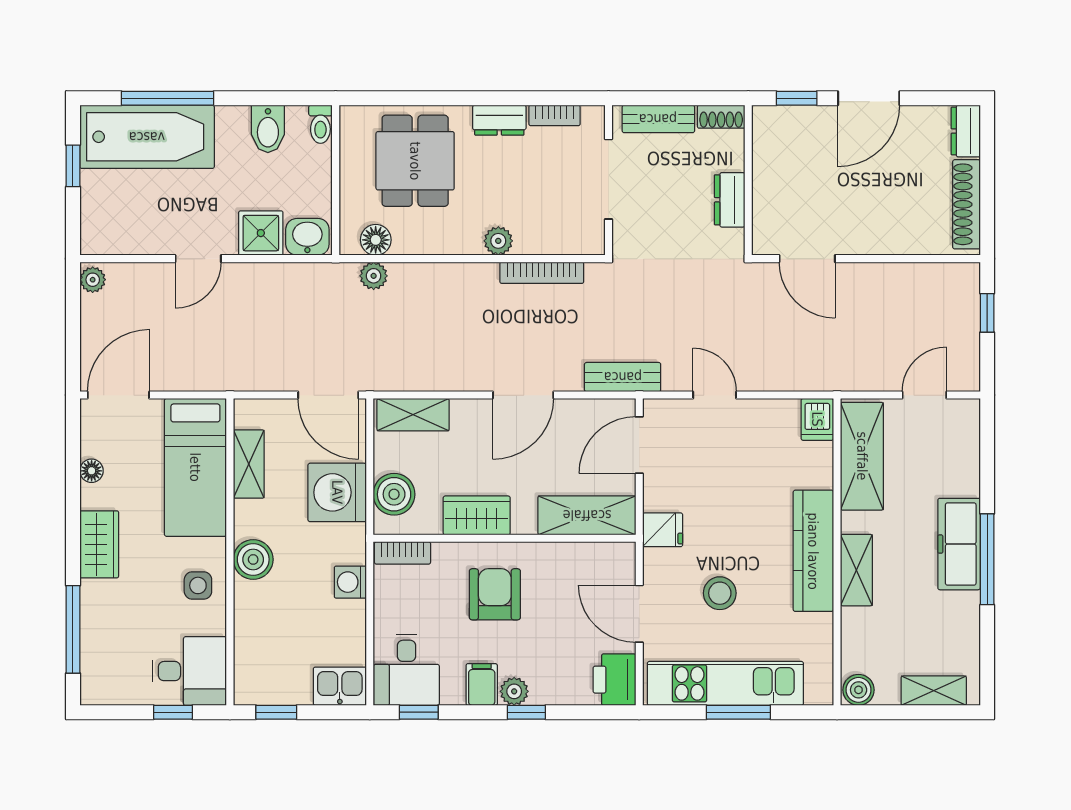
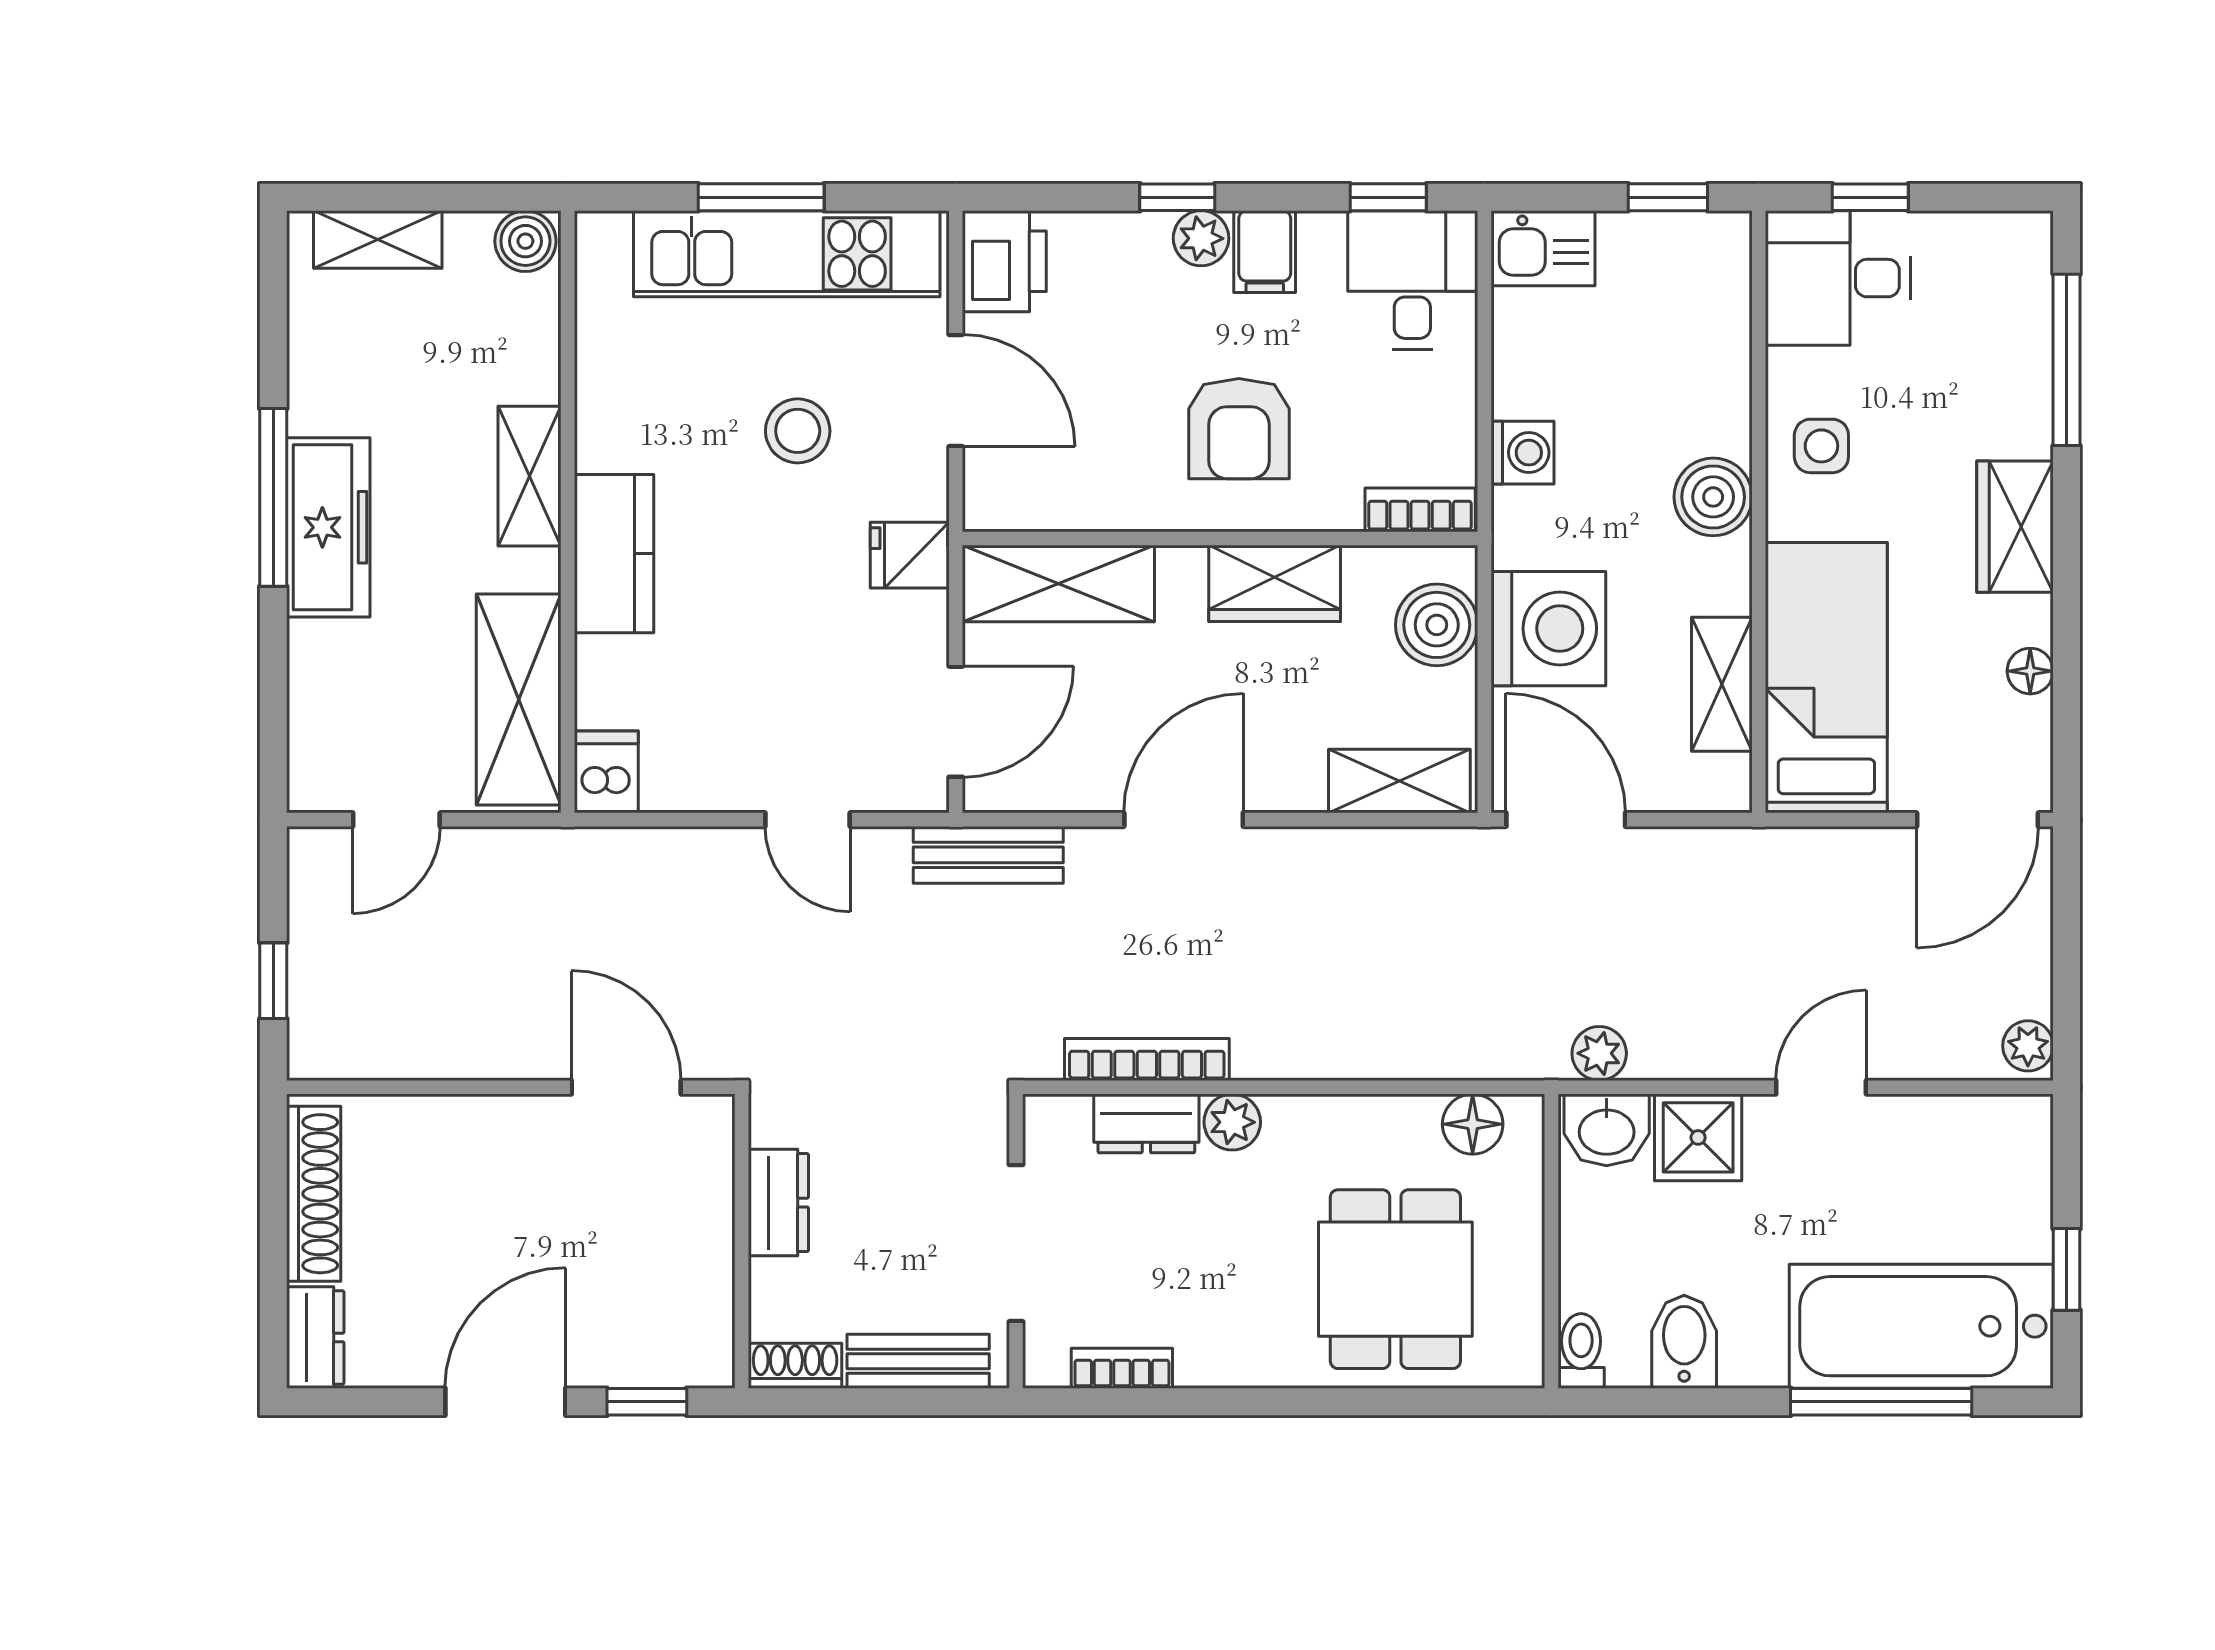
dresser: (499, 120) -> (1146, 1123), moved, turned 180
plant: (374, 276) -> (1599, 1053), moved
kitchen counter: (813, 551) -> (614, 554), width x0.67

